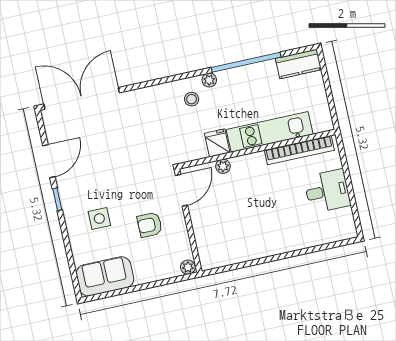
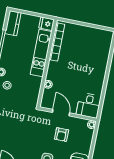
fridge: (217, 143) -> (47, 24), moved
door: (181, 190) -> (61, 113), moved
desk: (327, 191) -> (89, 105), moved, turned 180

